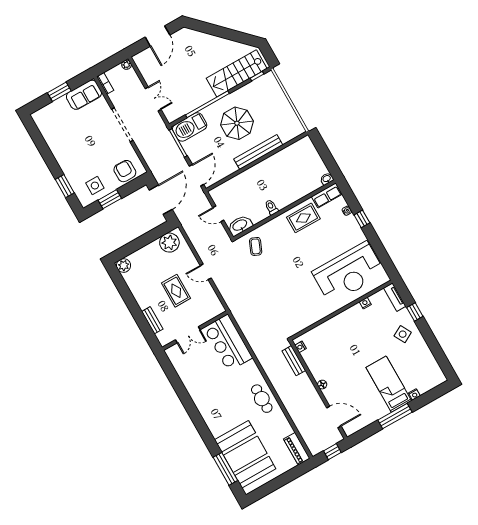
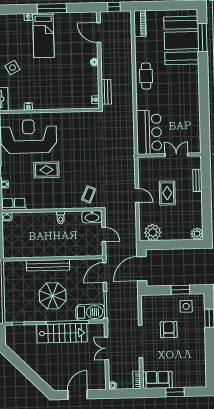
stairs: (237, 73) -> (62, 333), moved
armchair: (125, 171) -> (169, 330), moved, turned 180
rug: (303, 218) -> (46, 170), moved

